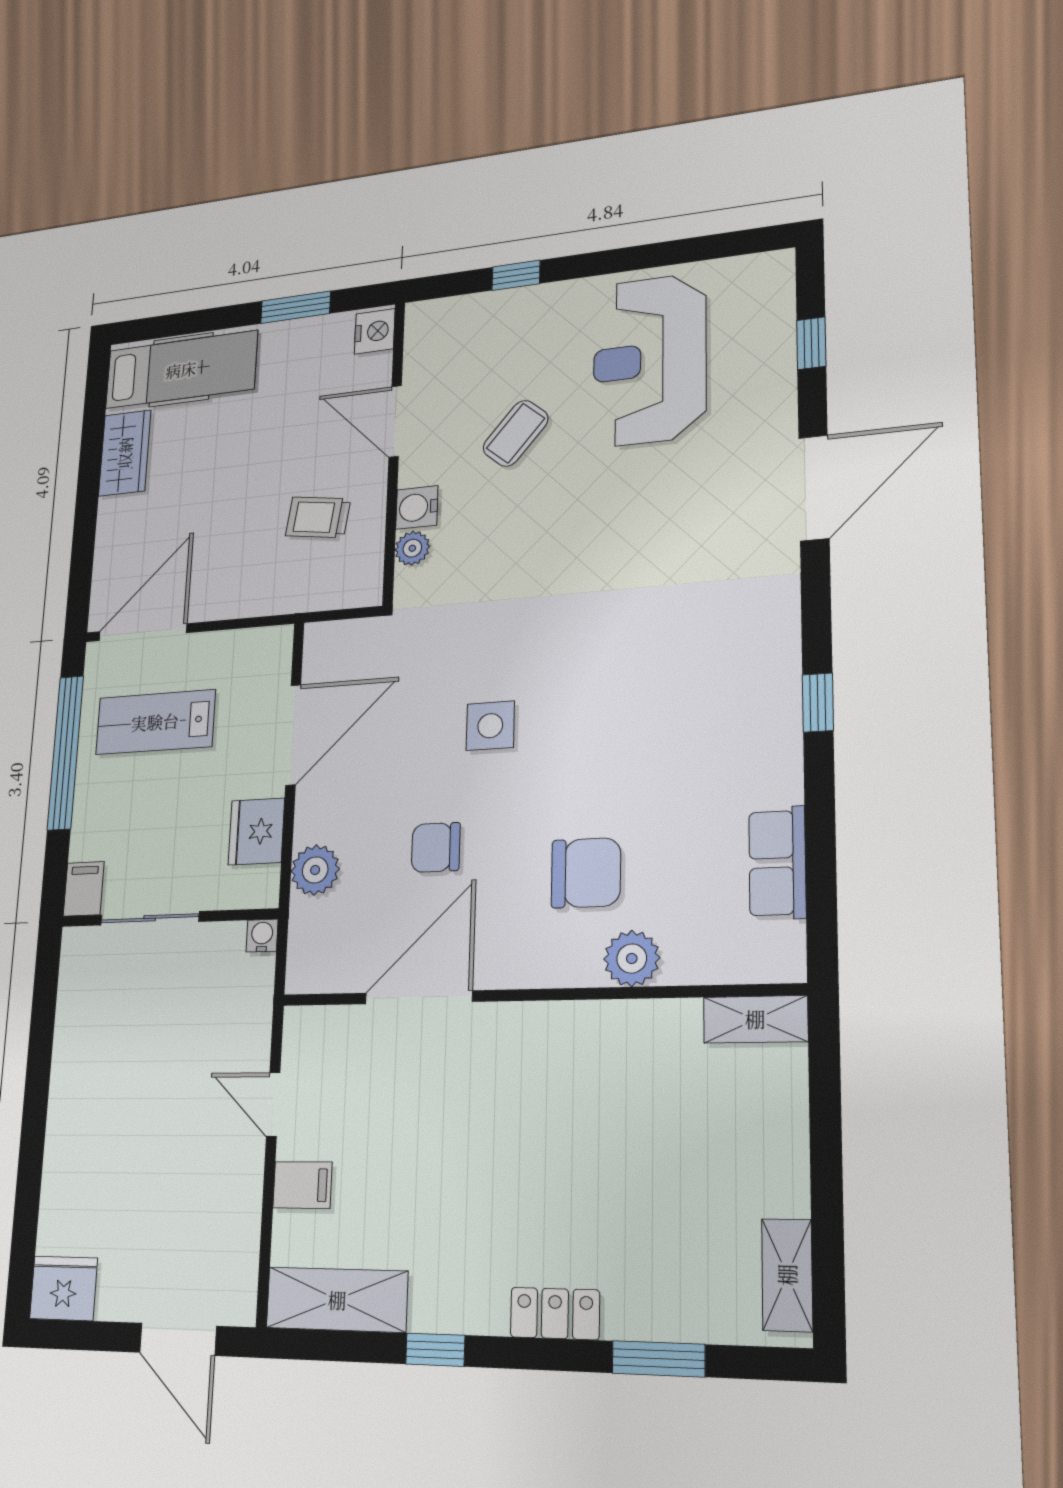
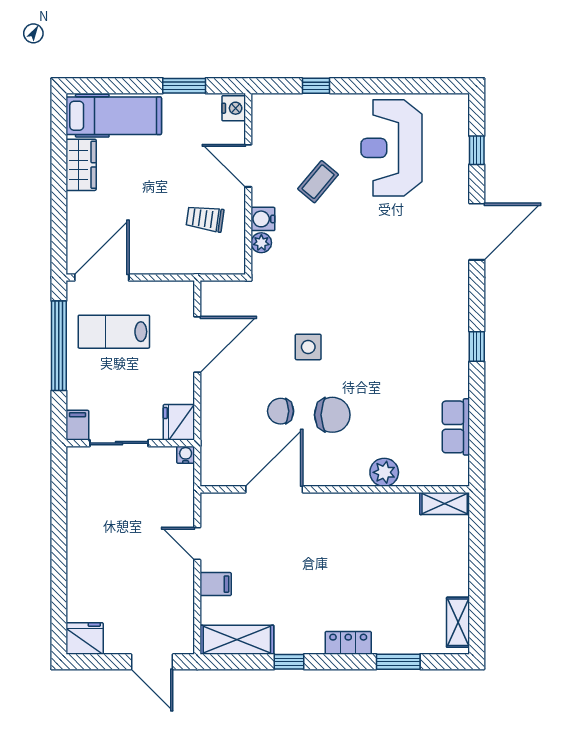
fridge: (256, 831) -> (179, 422), moved
plant: (315, 870) -> (214, 420), removed
chair: (586, 873) -> (332, 415), moved

